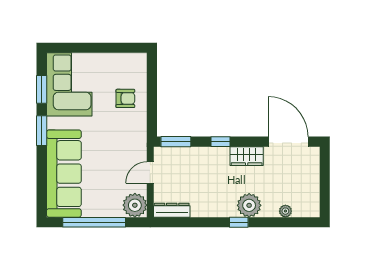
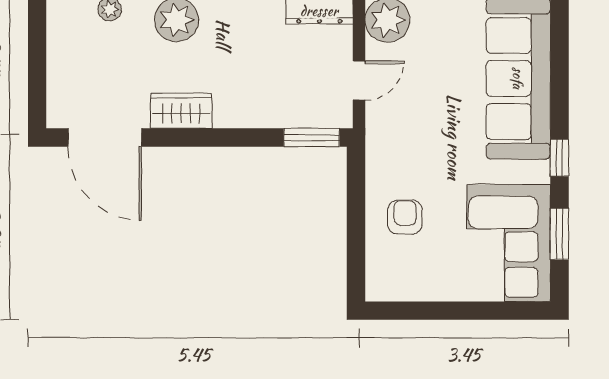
armchair: (125, 98) -> (405, 217), turned 90
window: (42, 131) -> (559, 158), width x0.67
window: (220, 142) -> (229, 138), removed

